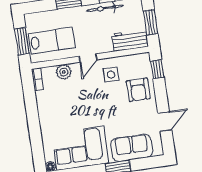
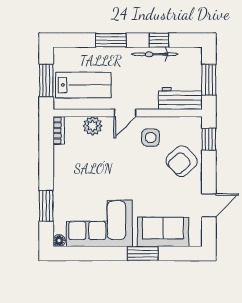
armchair: (138, 90) -> (182, 161), turned 48
window: (36, 140) -> (46, 206), added

